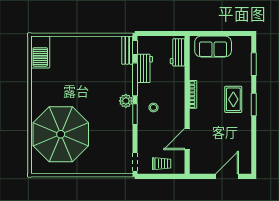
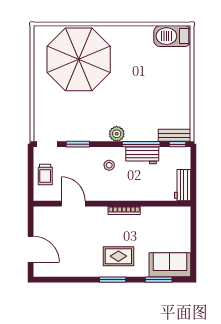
sofa: (213, 46) -> (170, 265), moved, turned 90
workbench: (178, 52) -> (183, 185), moved, turned -90
workbench: (145, 68) -> (142, 155), moved
window: (135, 114) -> (78, 144), moved

